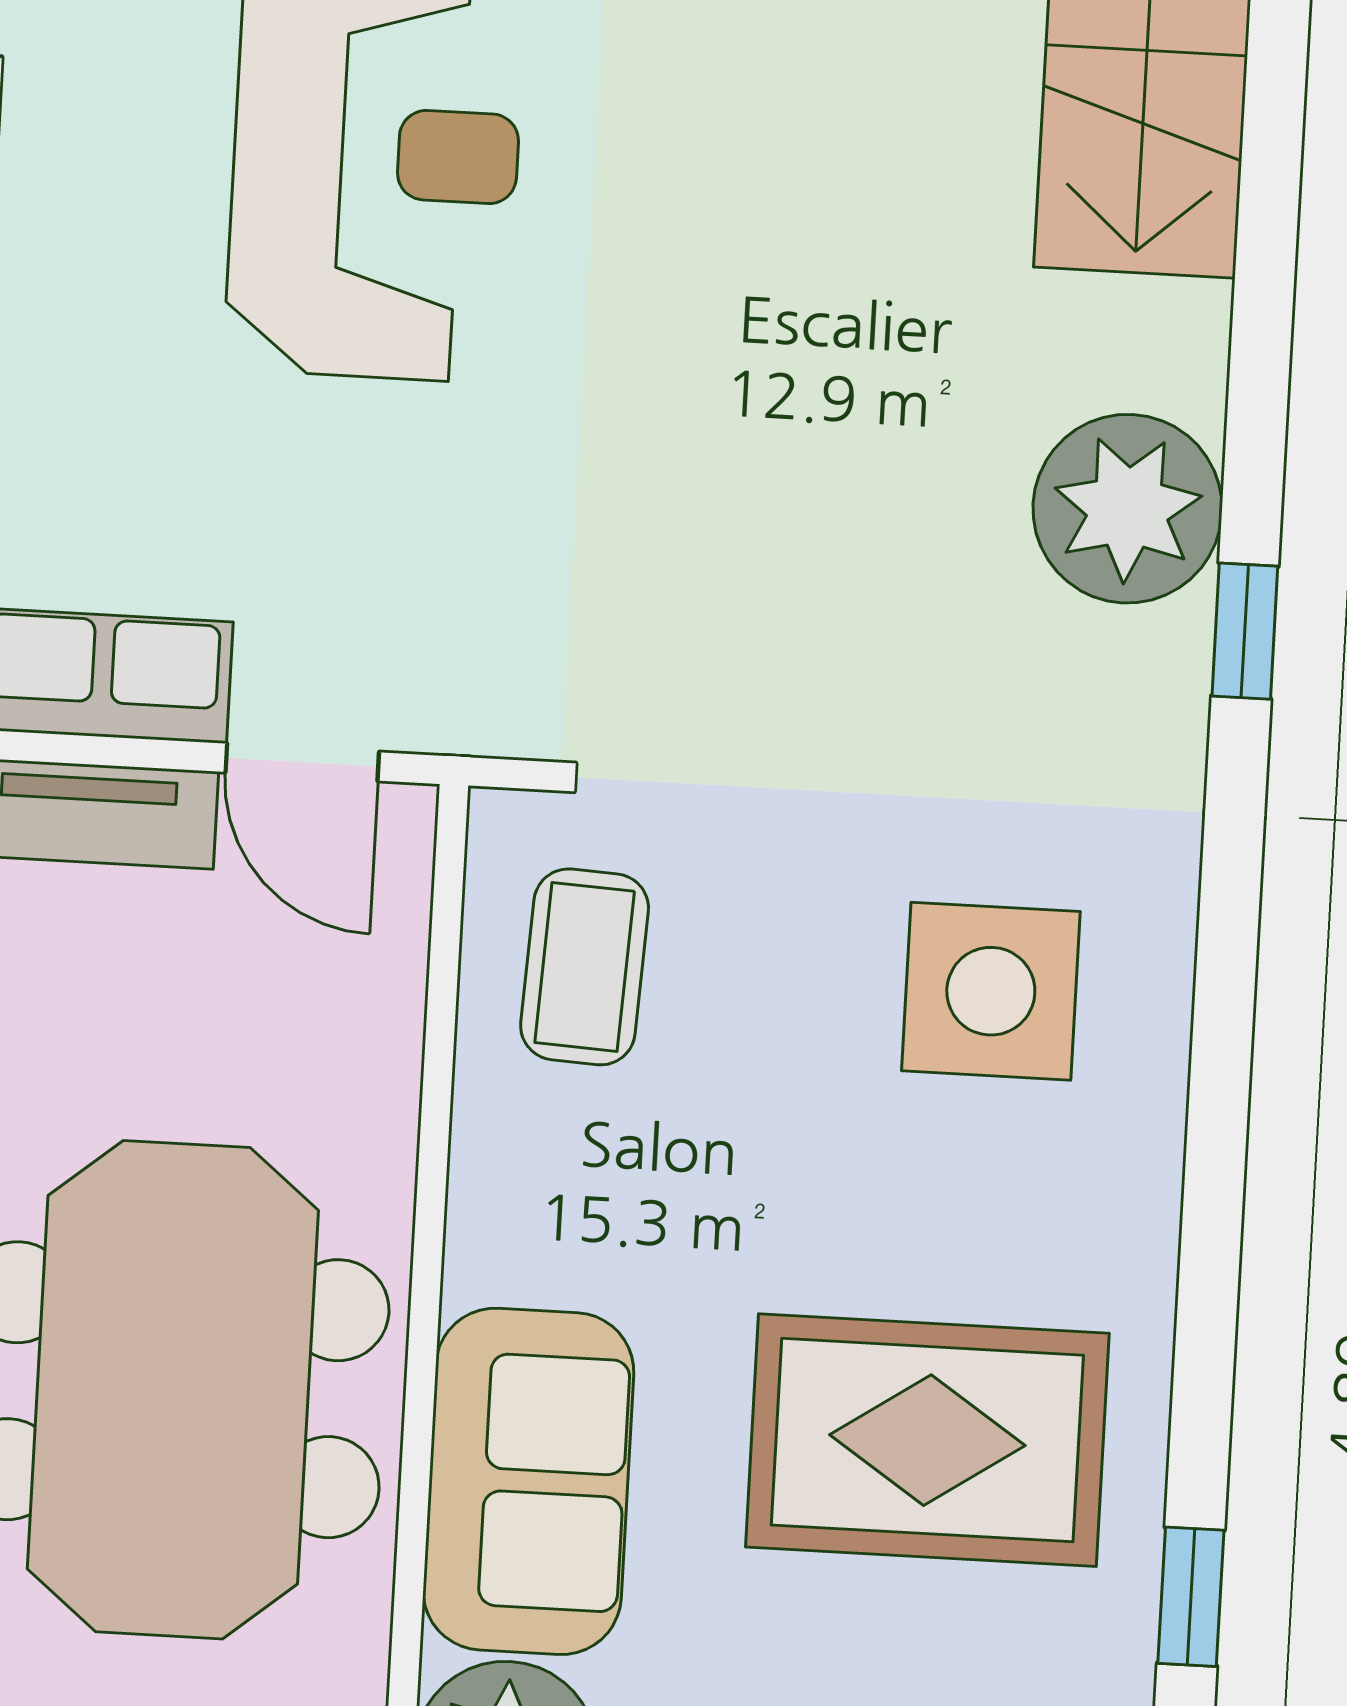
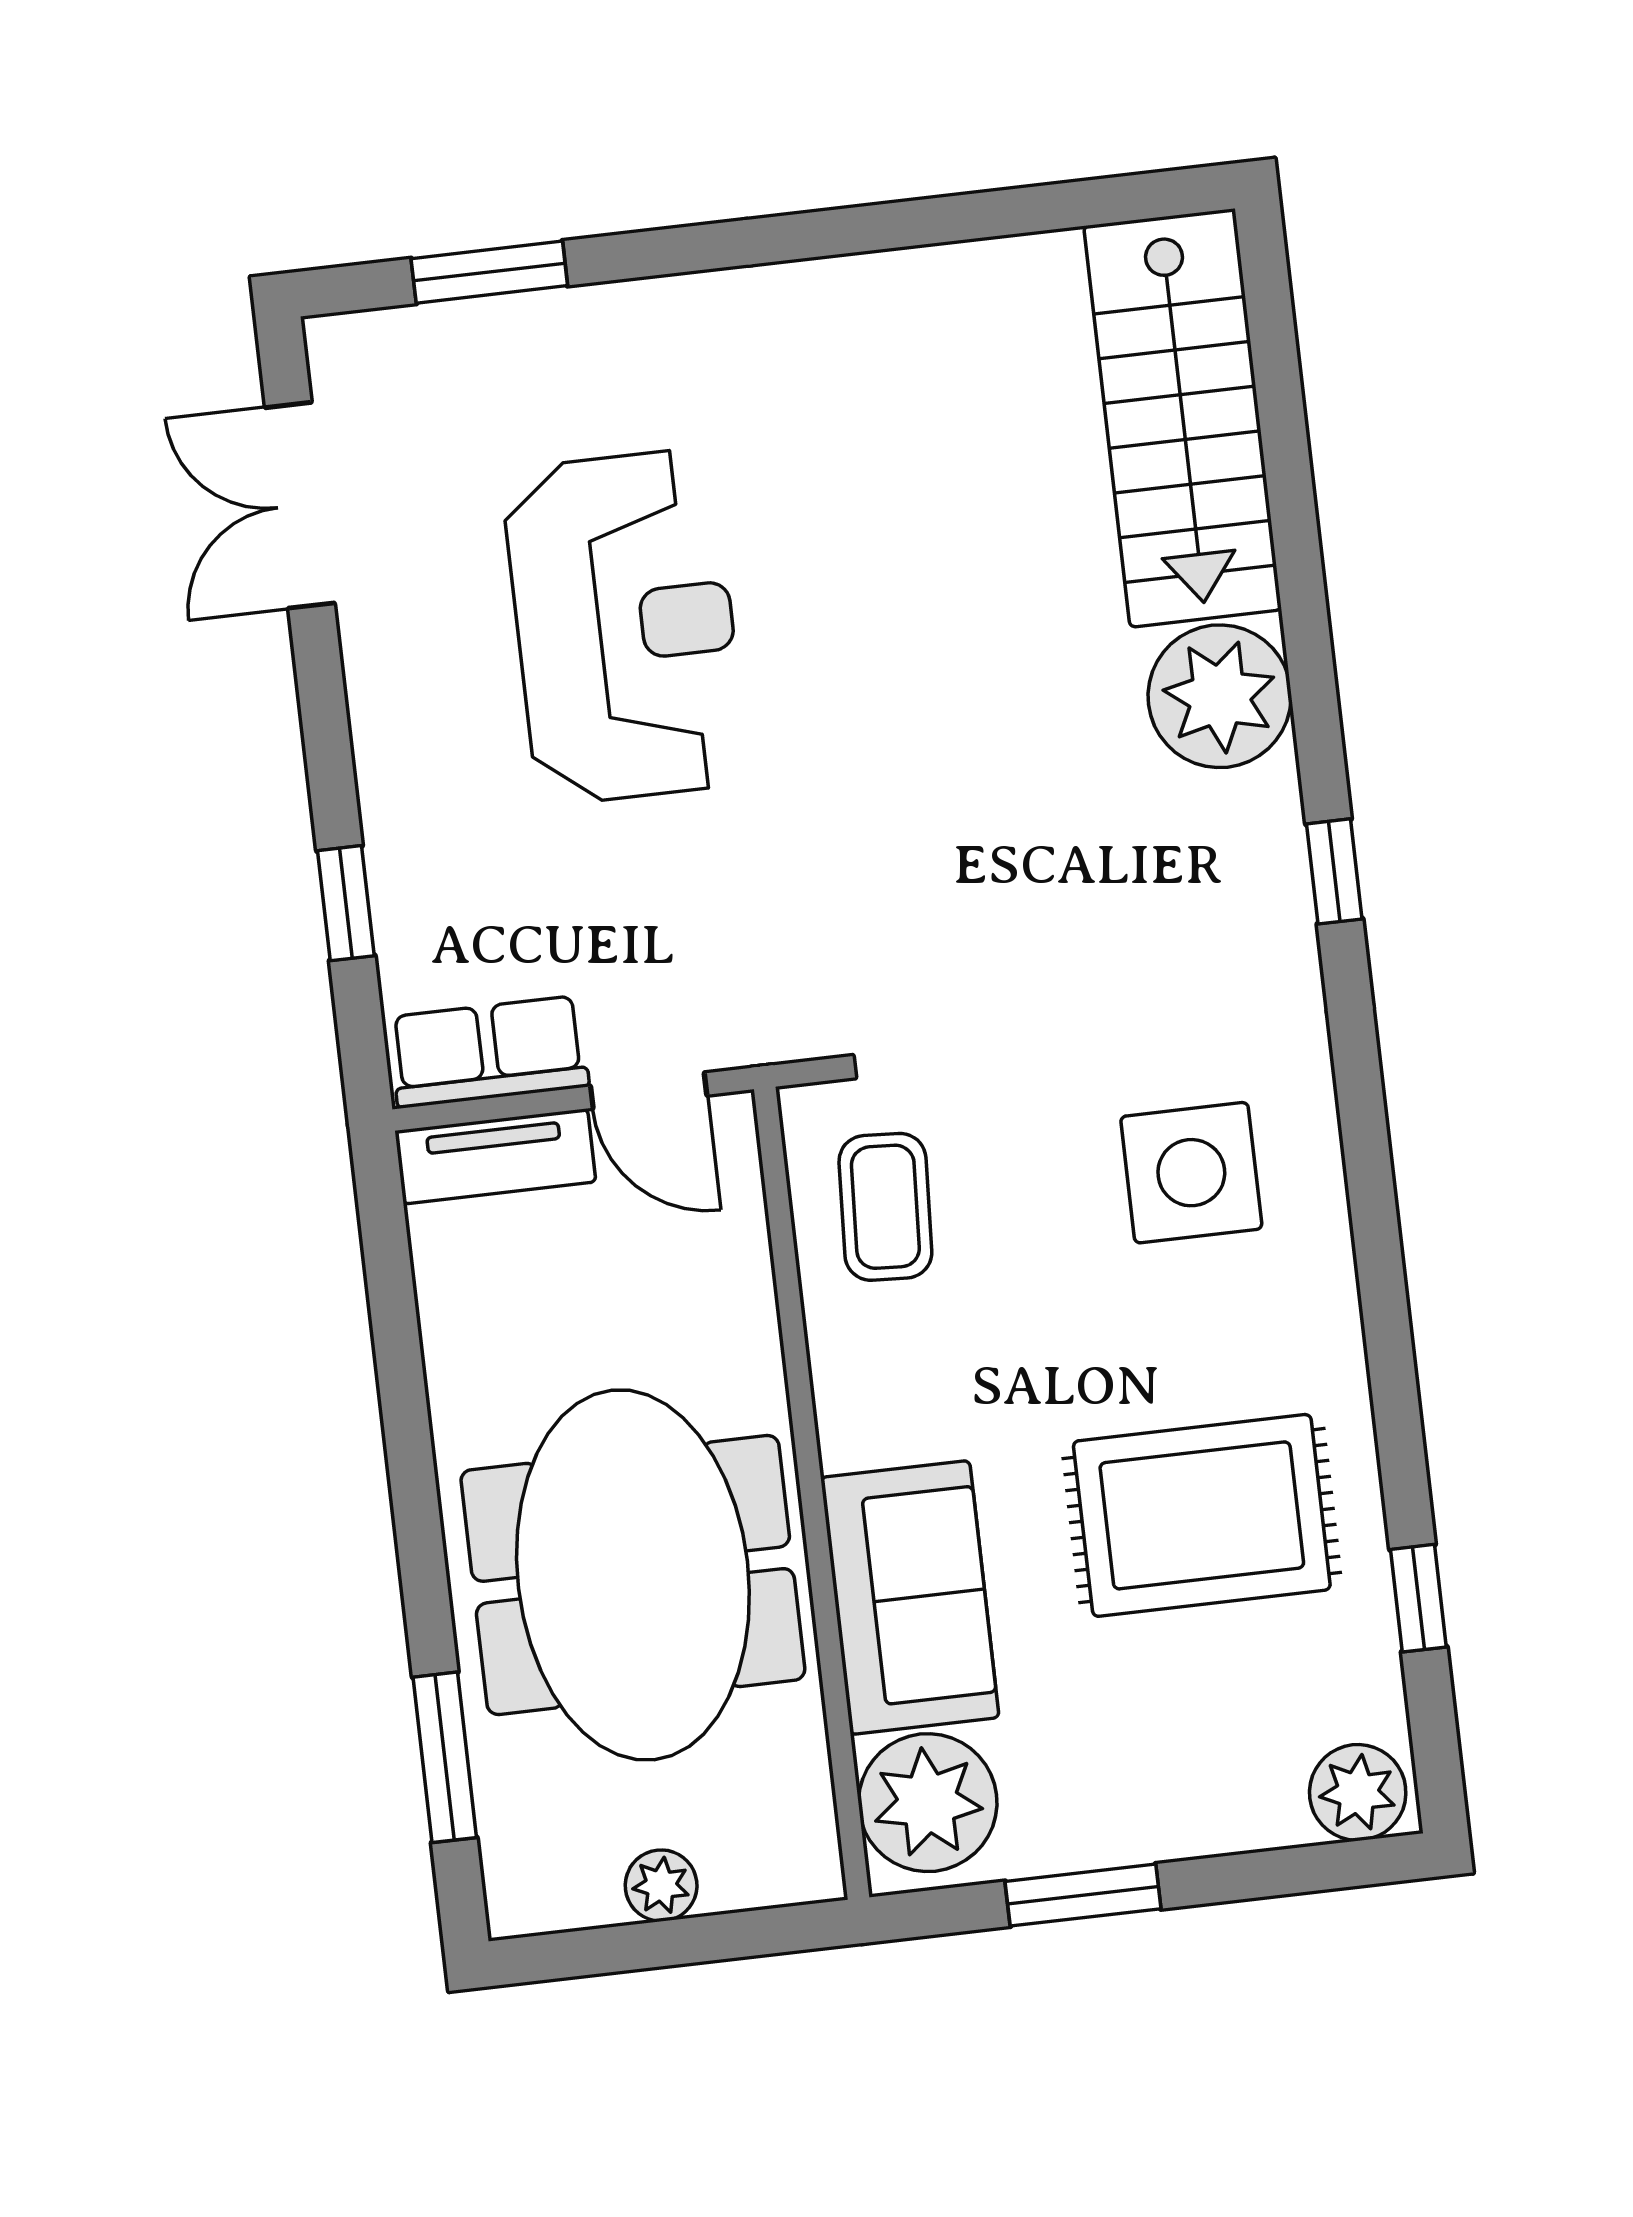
plant: (1128, 509) -> (1220, 696), moved

